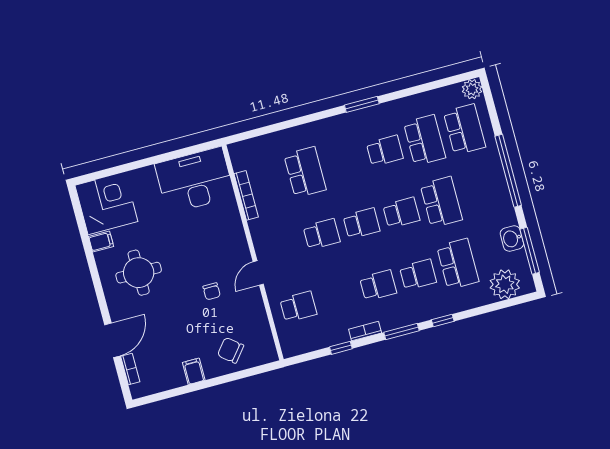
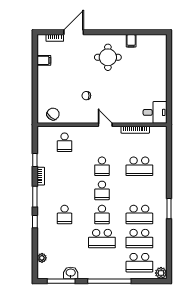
school desk: (385, 151) -> (139, 214), width x1.85
desk: (195, 180) -> (155, 112), width x0.53, depth x0.77
corner desk: (106, 203) -> (152, 50), removed
school desk: (458, 264) -> (65, 239), removed
door: (258, 273) -> (105, 125), moved
plant: (505, 284) -> (42, 258), width x0.53, depth x0.53
school desk: (378, 285) -> (65, 190), removed
door: (112, 340) -> (74, 32), swing flipped
chair: (231, 350) -> (53, 114), moved
filing cabinet: (194, 371) -> (44, 60), moved

